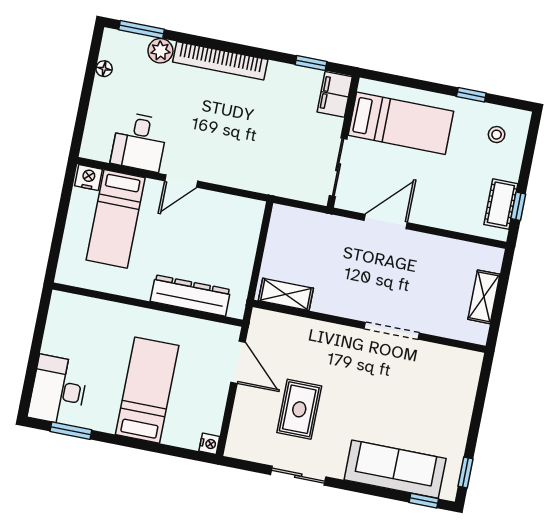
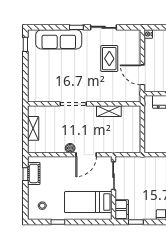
boiler: (416, 241) -> (70, 148), added
shelving: (286, 294) -> (109, 111), moved
window: (424, 501) -> (76, 27), moved

